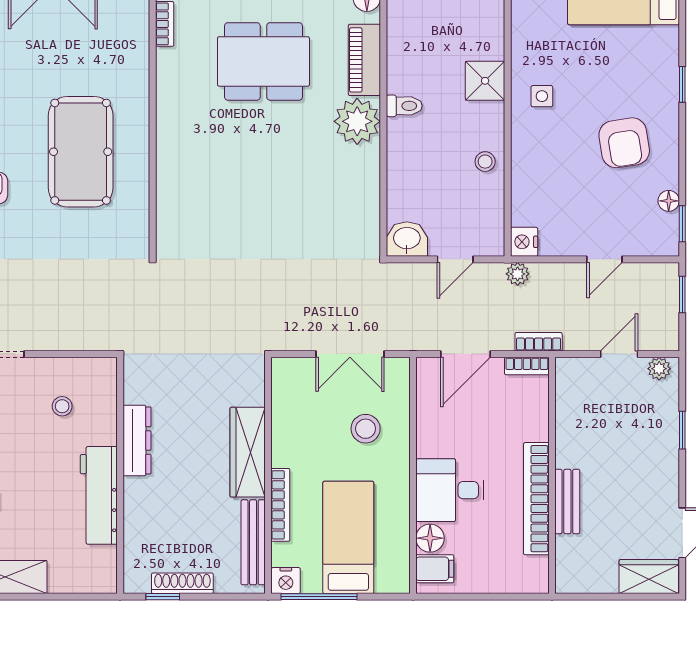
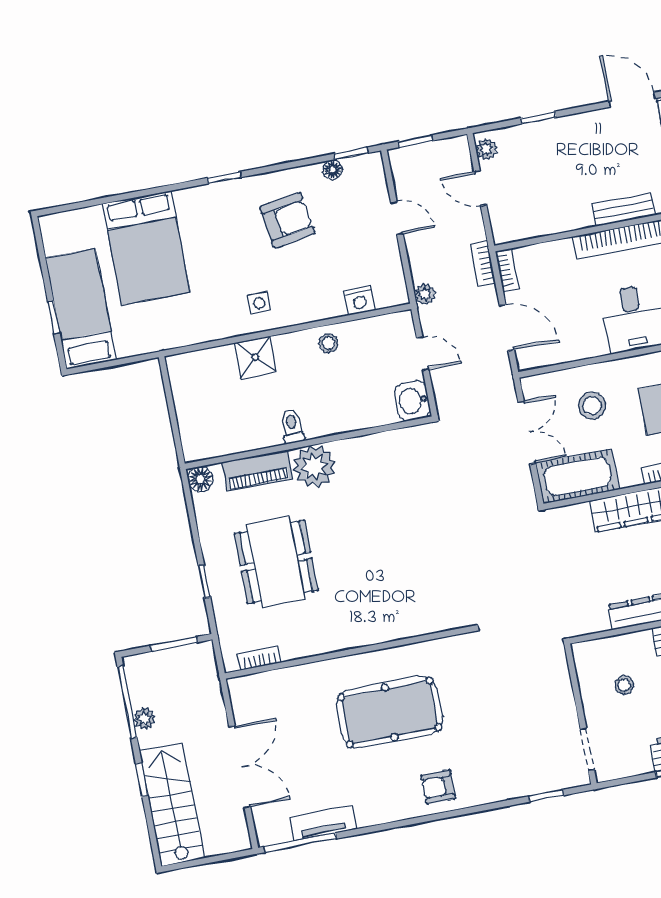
nightstand: (524, 242) -> (360, 301), moved
cot: (293, 399) -> (577, 476), added

